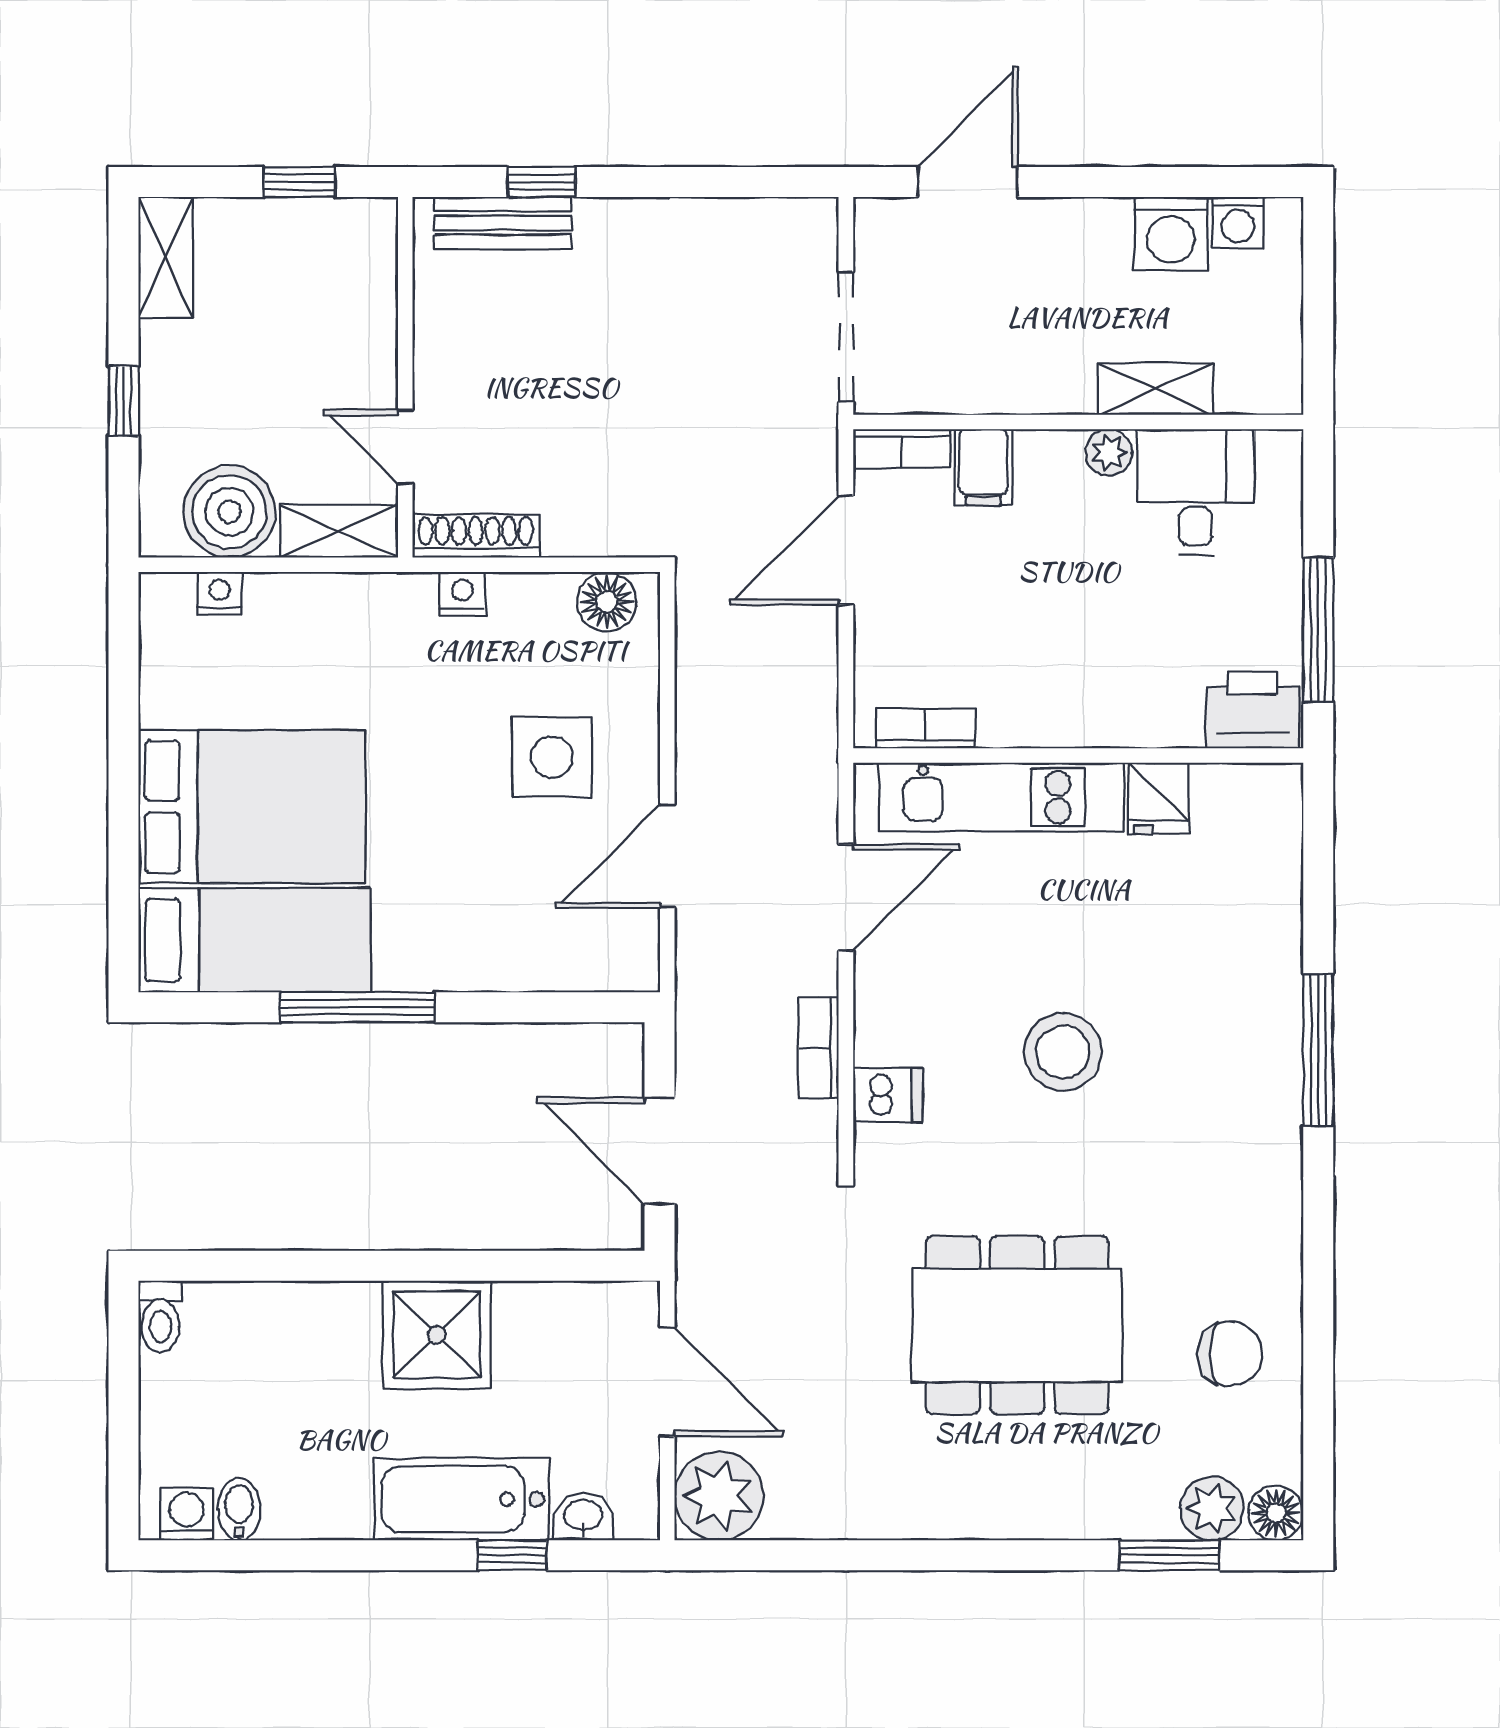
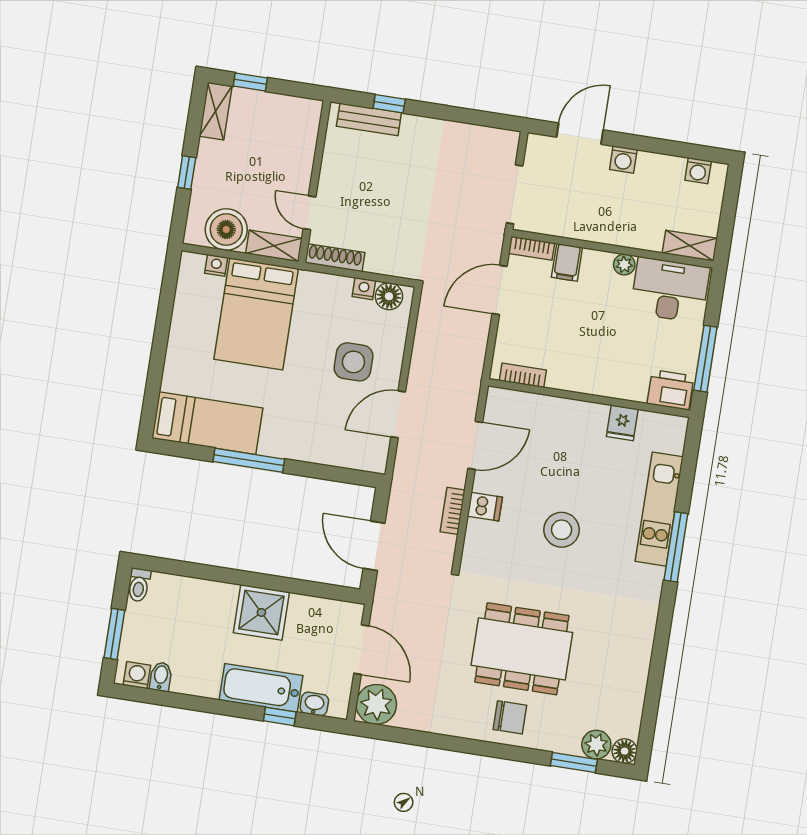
window: (299, 182) -> (250, 82), moved
washing machine: (1171, 234) -> (623, 159), moved, width x0.73, depth x0.73
shelving: (1156, 389) -> (690, 246), moved
desk: (1196, 492) -> (670, 290), width x1.37
nightstand: (462, 594) -> (364, 289), moved
kitchen unit: (1001, 797) -> (659, 509), moved, turned 90
bed: (252, 807) -> (256, 314), moved, turned 90
dishwasher: (888, 1095) -> (485, 507), moved
chair: (1230, 1354) -> (510, 717), moved
window: (123, 1432) -> (114, 634), added

